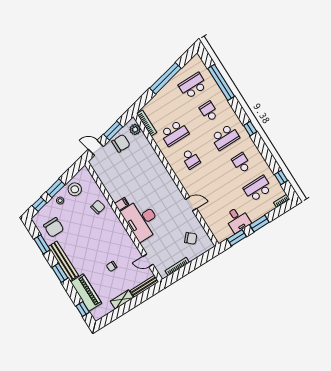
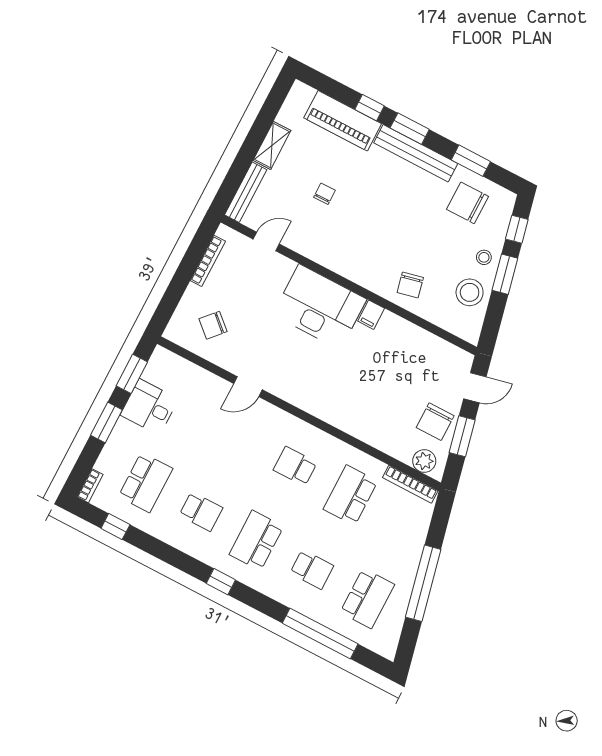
window: (83, 309) -> (370, 108), moved

